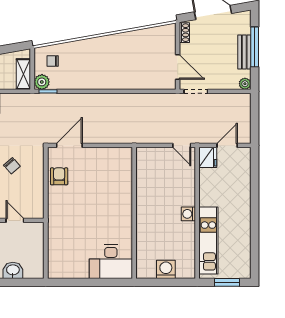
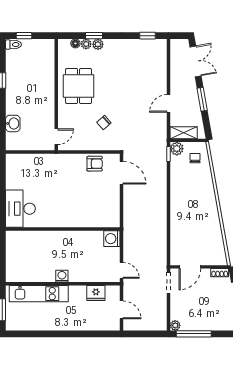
window: (255, 47) -> (194, 334), moved
bench: (244, 52) -> (203, 325), removed
door: (182, 145) -> (122, 270), swing flipped
fridge: (208, 157) -> (96, 293), moved
door: (15, 220) -> (56, 137), moved
washing machine: (166, 269) -> (112, 239), moved, turned 180

